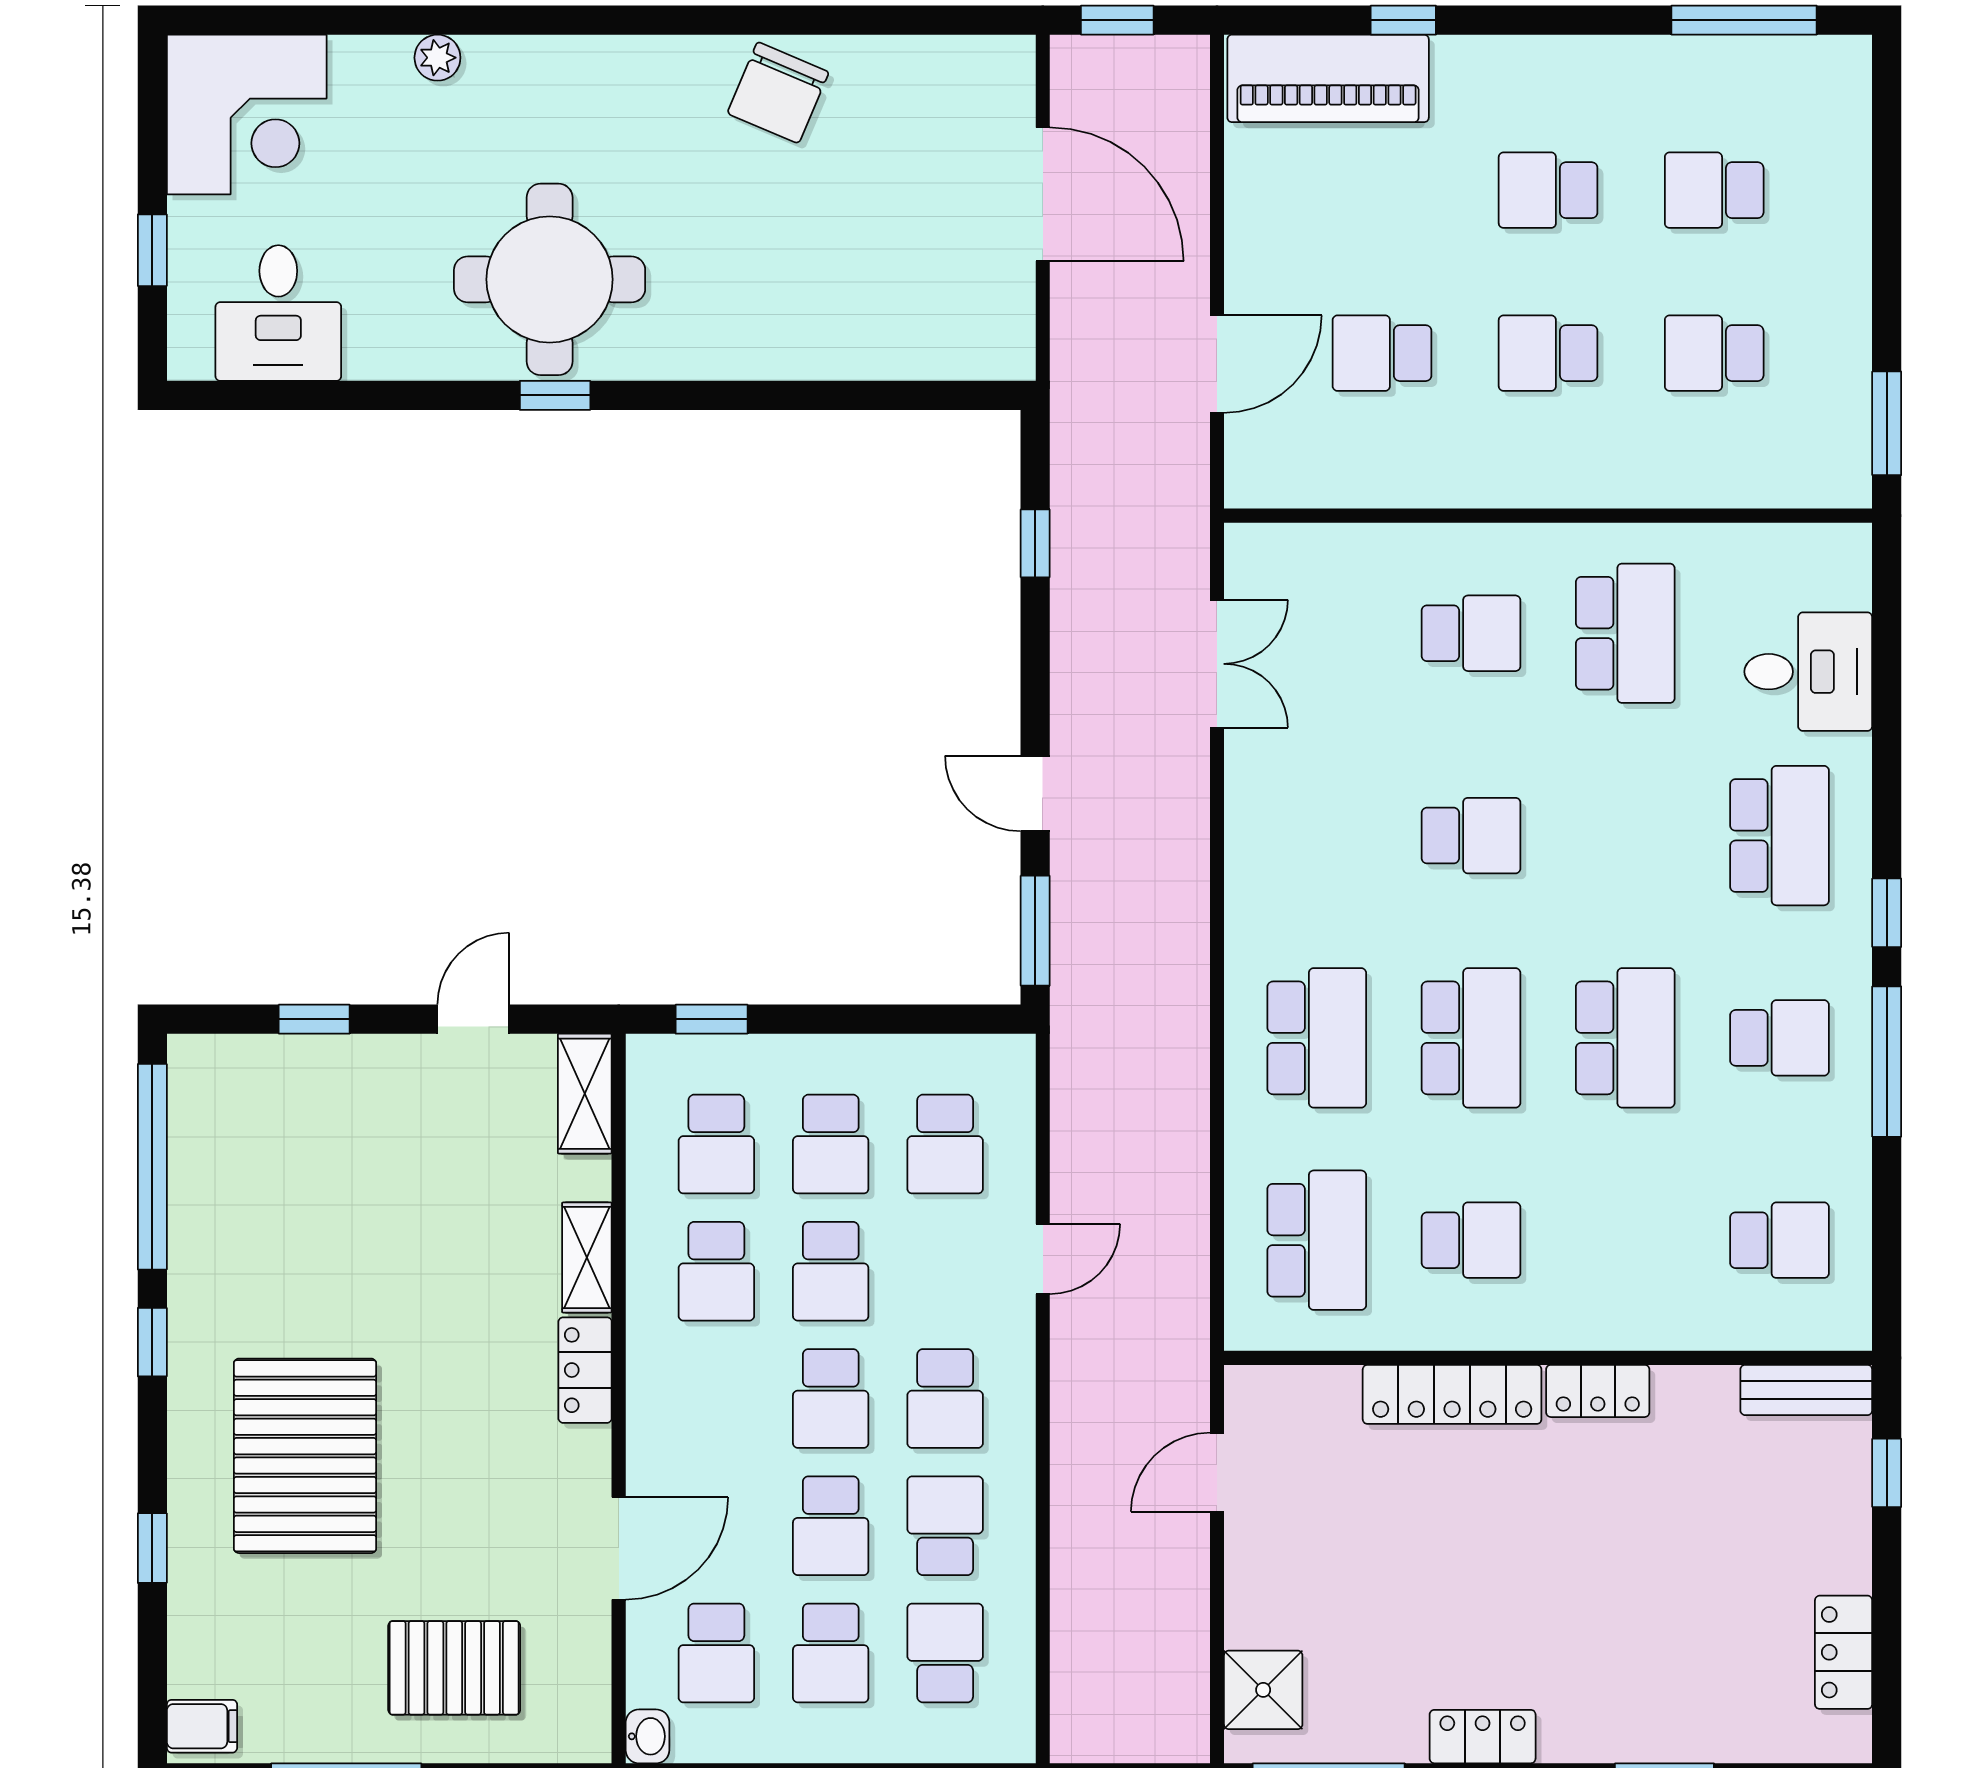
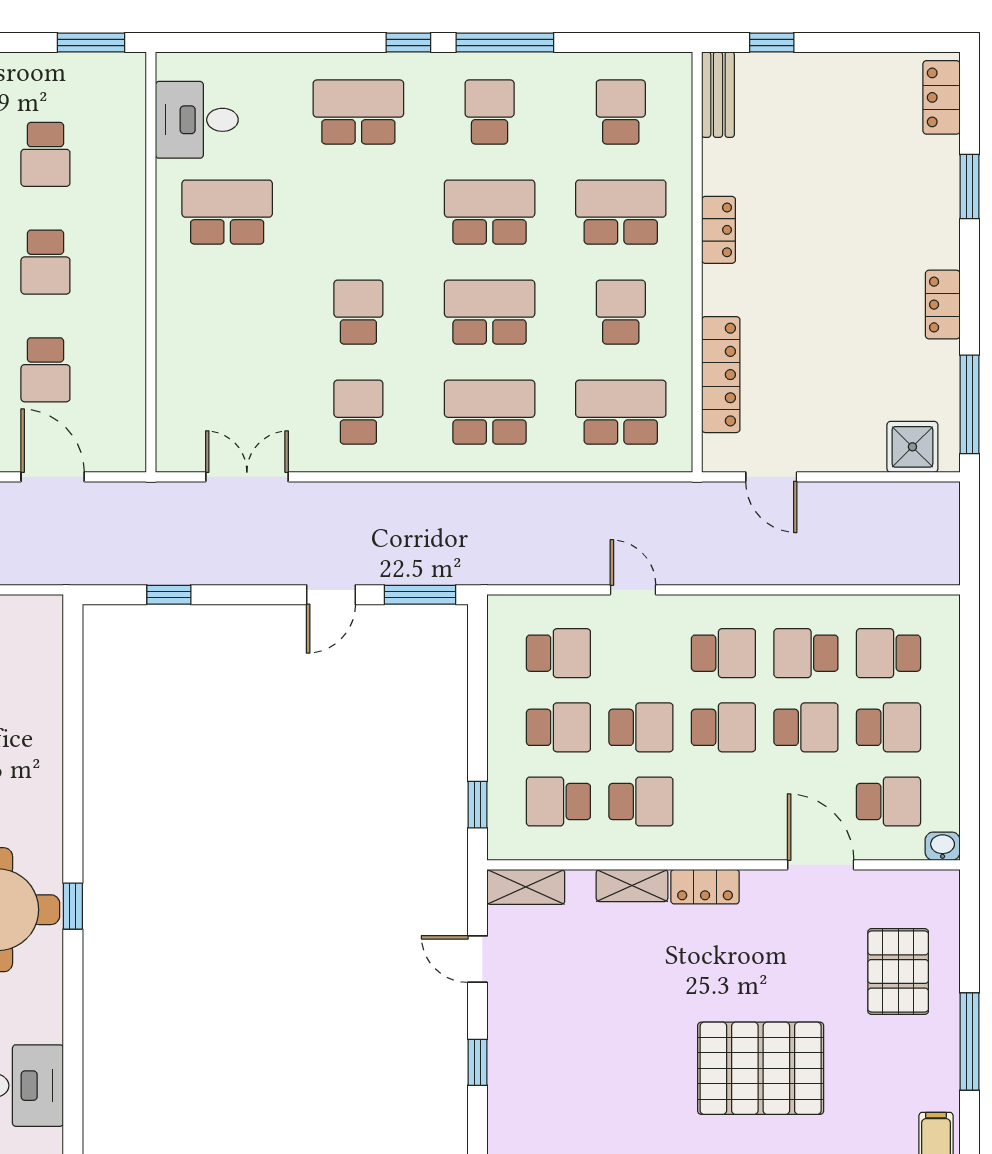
school desk: (1471, 633) -> (358, 412), moved
desk: (1808, 672) -> (197, 120), moved, turned -90
school desk: (716, 1144) -> (558, 802), turned 180
school desk: (1625, 1240) -> (621, 212), added
locker: (1452, 1394) -> (721, 375), moved
locker: (1844, 1652) -> (941, 97), moved, turned 90

